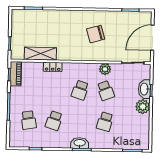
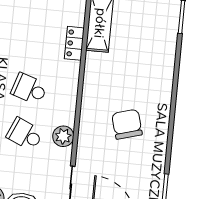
school desk: (106, 91) -> (25, 134), turned 45

